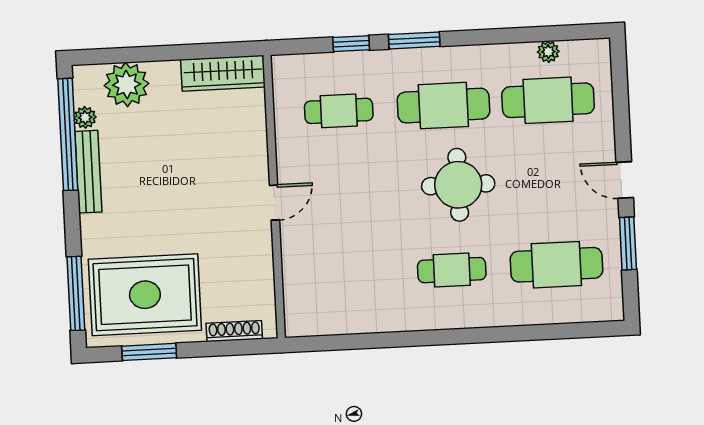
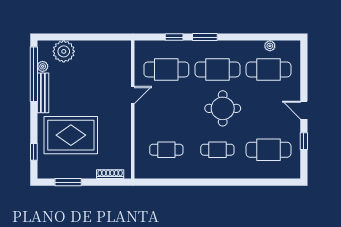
wardrobe: (223, 73) -> (111, 48), removed
cafe table: (339, 111) -> (166, 69), width x1.37, depth x1.35
door: (274, 203) -> (133, 95), moved
window: (628, 244) -> (304, 141), width x0.67
cafe table: (347, 275) -> (166, 150), added
window: (76, 293) -> (34, 152), width x0.46
rug: (145, 295) -> (71, 135), moved

